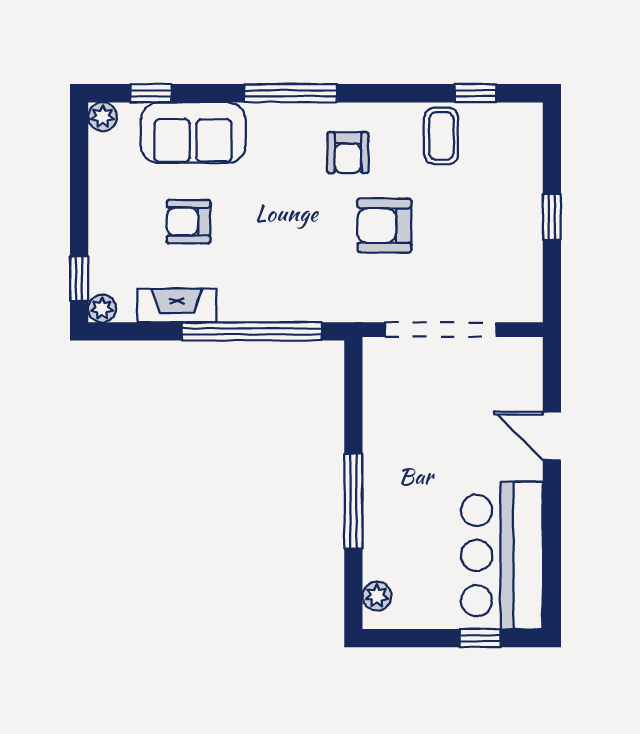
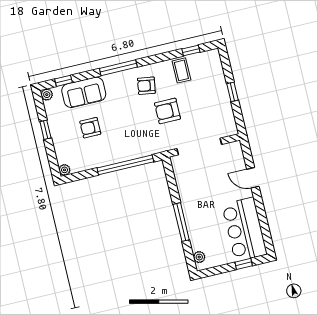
armchair: (348, 153) -> (146, 86), turned 99
window: (79, 279) -> (45, 130), moved
fireplace: (177, 306) -> (93, 162), removed

